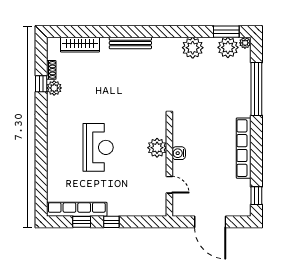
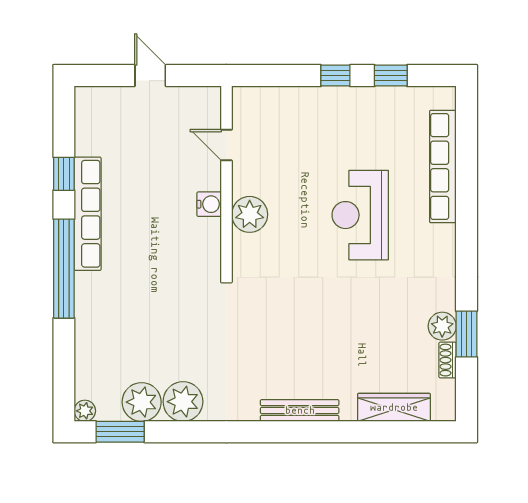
plant: (228, 47) -> (142, 402), moved
window: (41, 84) -> (467, 334), width x1.50
window: (256, 89) -> (64, 269), moved
window: (256, 196) -> (64, 174), moved
row of seats: (77, 209) -> (443, 167), moved, turned 90
door: (210, 222) -> (150, 76), width x0.53

